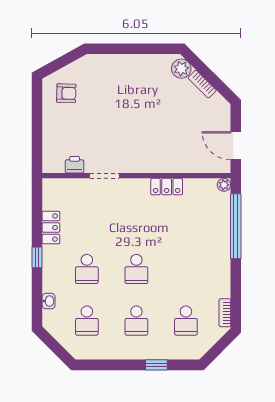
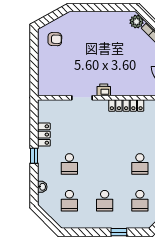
printer: (75, 165) -> (104, 90), moved
locker: (167, 187) -> (126, 105), width x1.53
school desk: (136, 269) -> (140, 164), moved

